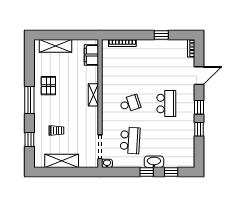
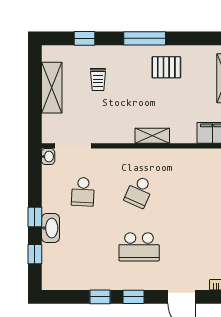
school desk: (130, 104) -> (139, 192), turned 42
school desk: (130, 140) -> (83, 192), width x0.54

